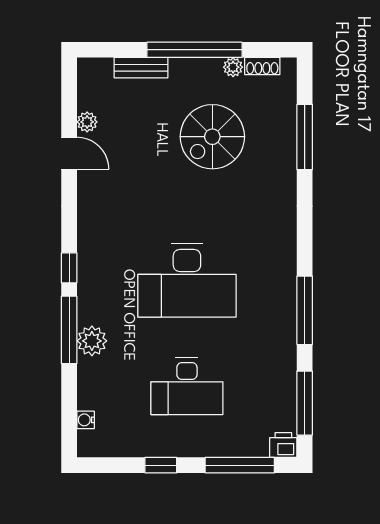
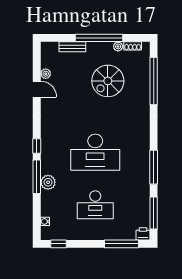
window: (305, 137) -> (154, 81), width x1.46
window: (161, 465) -> (59, 244), moved

